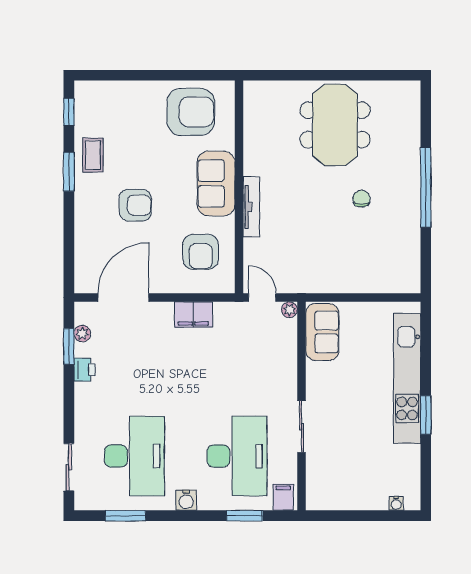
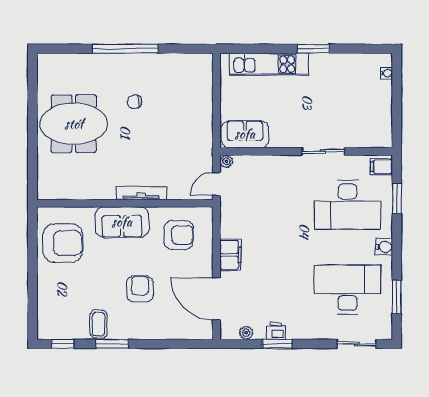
armchair: (191, 112) -> (63, 243), turned 90
coffee table: (93, 155) -> (99, 324), turned 90
filing cabinet: (193, 314) -> (230, 255), moved
window: (69, 346) -> (277, 344), moved
kitchen unit: (407, 378) -> (269, 64), width x0.73
desk: (237, 456) -> (347, 205), turned 180

